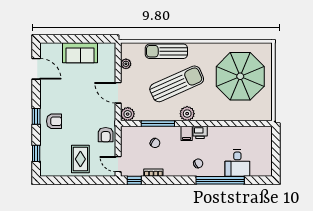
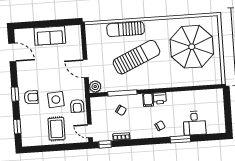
plant: (126, 64) -> (91, 43), removed
plant: (187, 114) -> (147, 83), removed
side table: (82, 126) -> (56, 100), added
window: (220, 180) -> (180, 139), width x0.47

